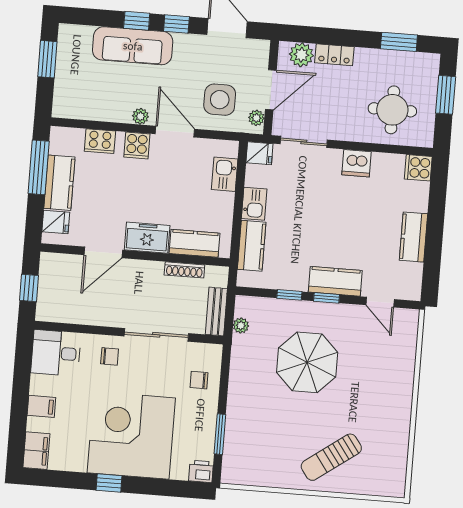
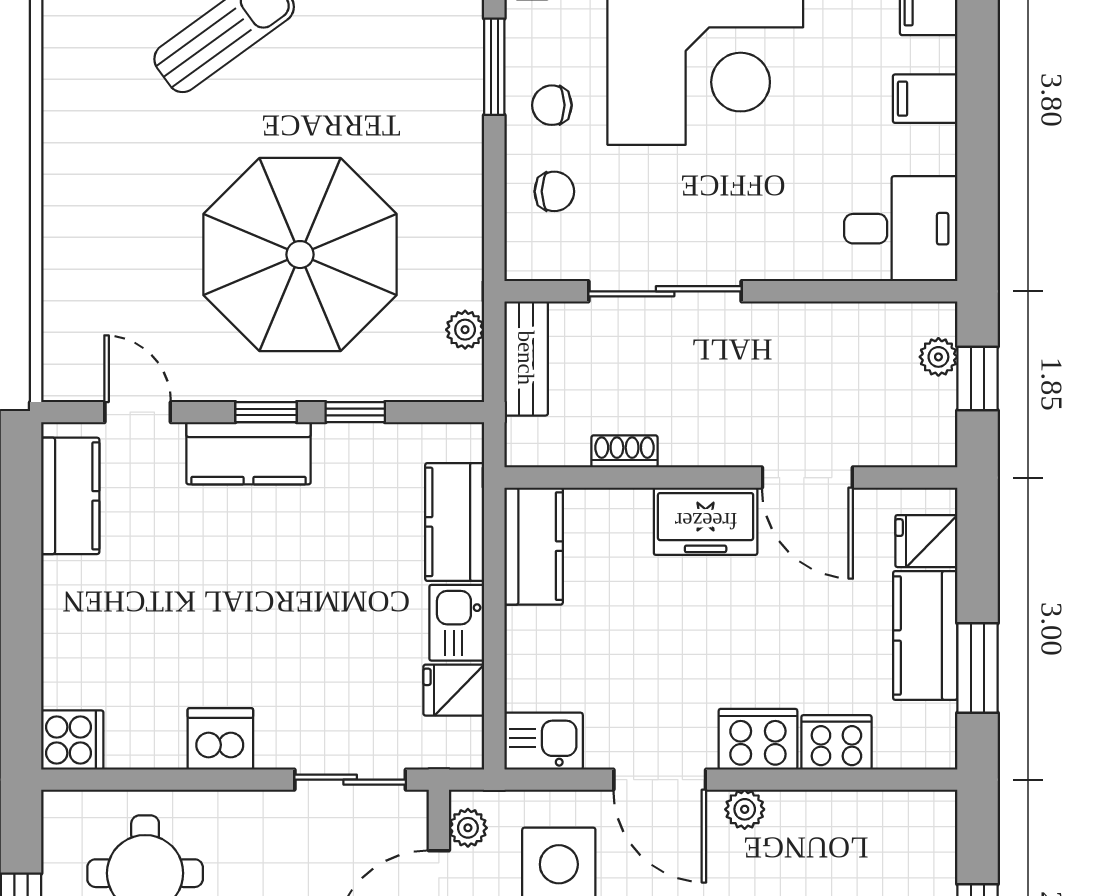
cooker: (137, 145) -> (758, 739), width x1.36
fridge: (259, 153) -> (454, 690), moved
window: (39, 167) -> (978, 668), width x0.69
kitchen sink: (225, 174) -> (544, 741), moved, turned -90
kitchen counter: (414, 237) -> (70, 496), moved
kitchen counter: (195, 243) -> (534, 546), moved, turned -90
door: (103, 252) -> (807, 478), swing flipped
shoe rack: (184, 270) -> (625, 451), width x0.70
plant: (45, 298) -> (938, 357), added
chair: (110, 356) -> (552, 105), moved
parasol: (307, 362) -> (300, 255), width x1.36, depth x1.36

